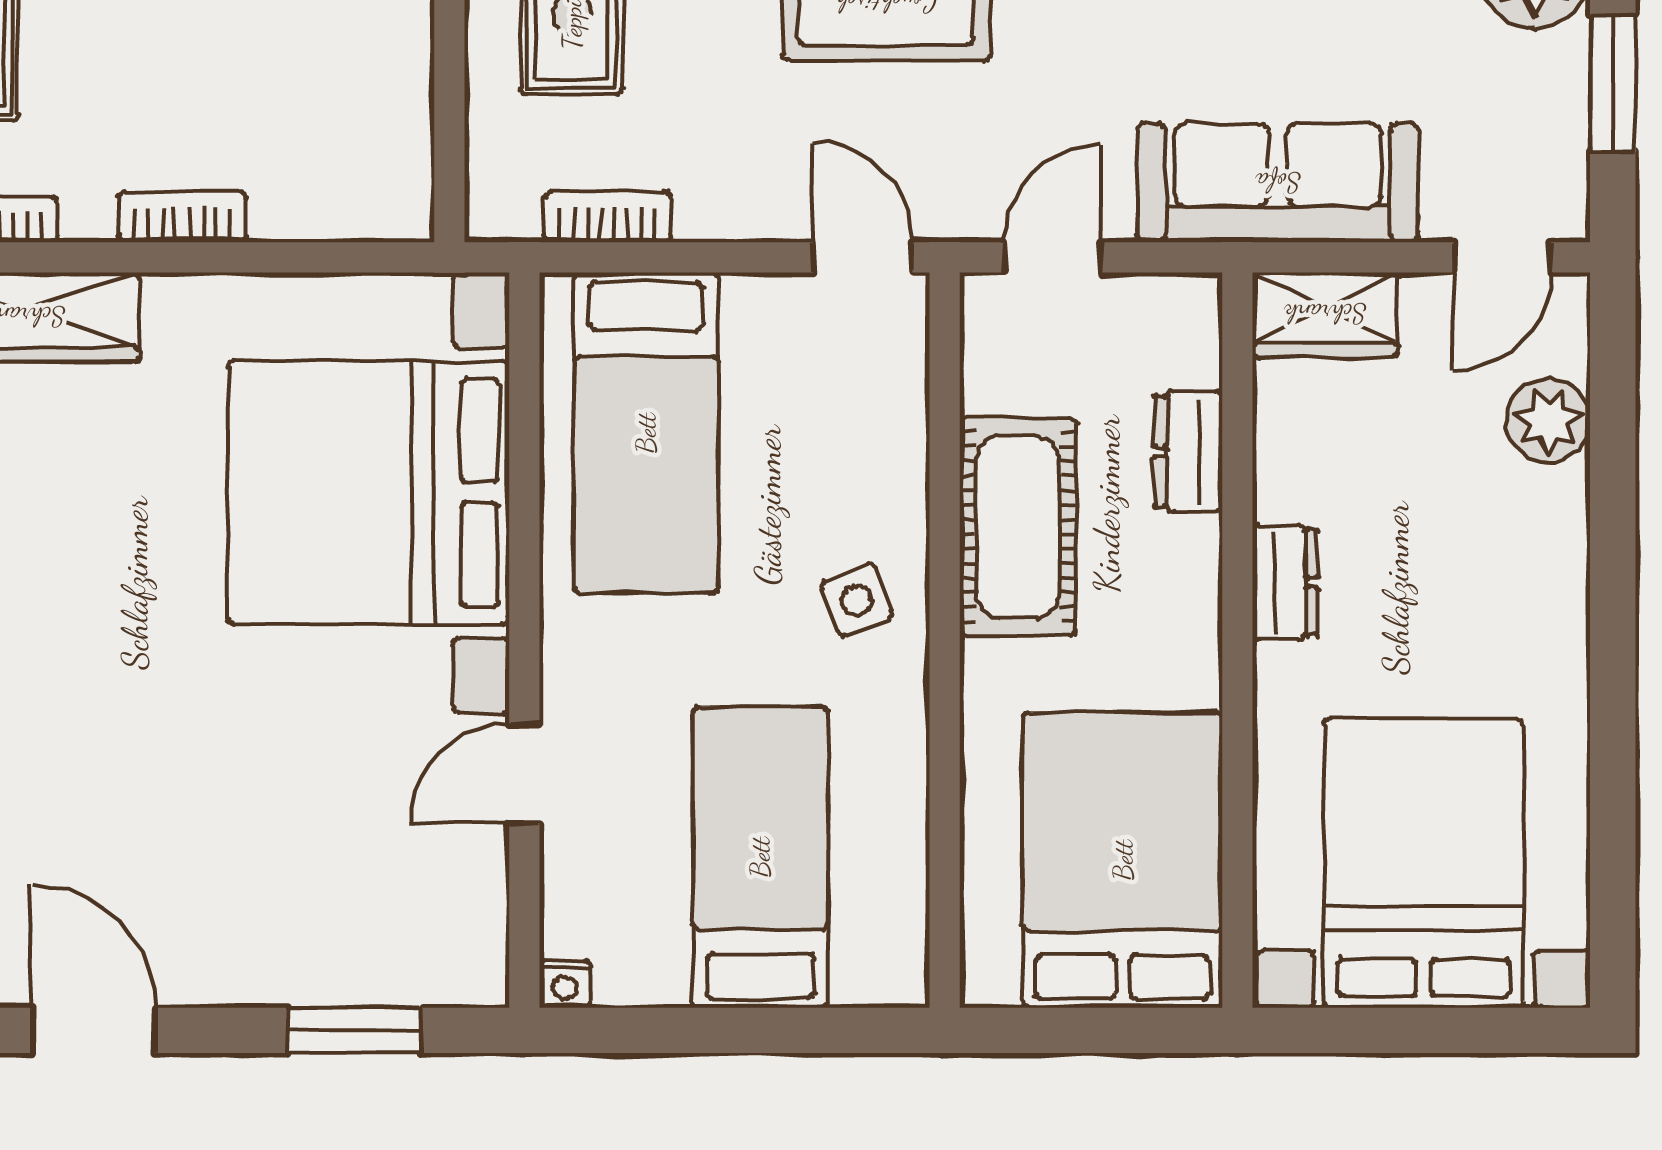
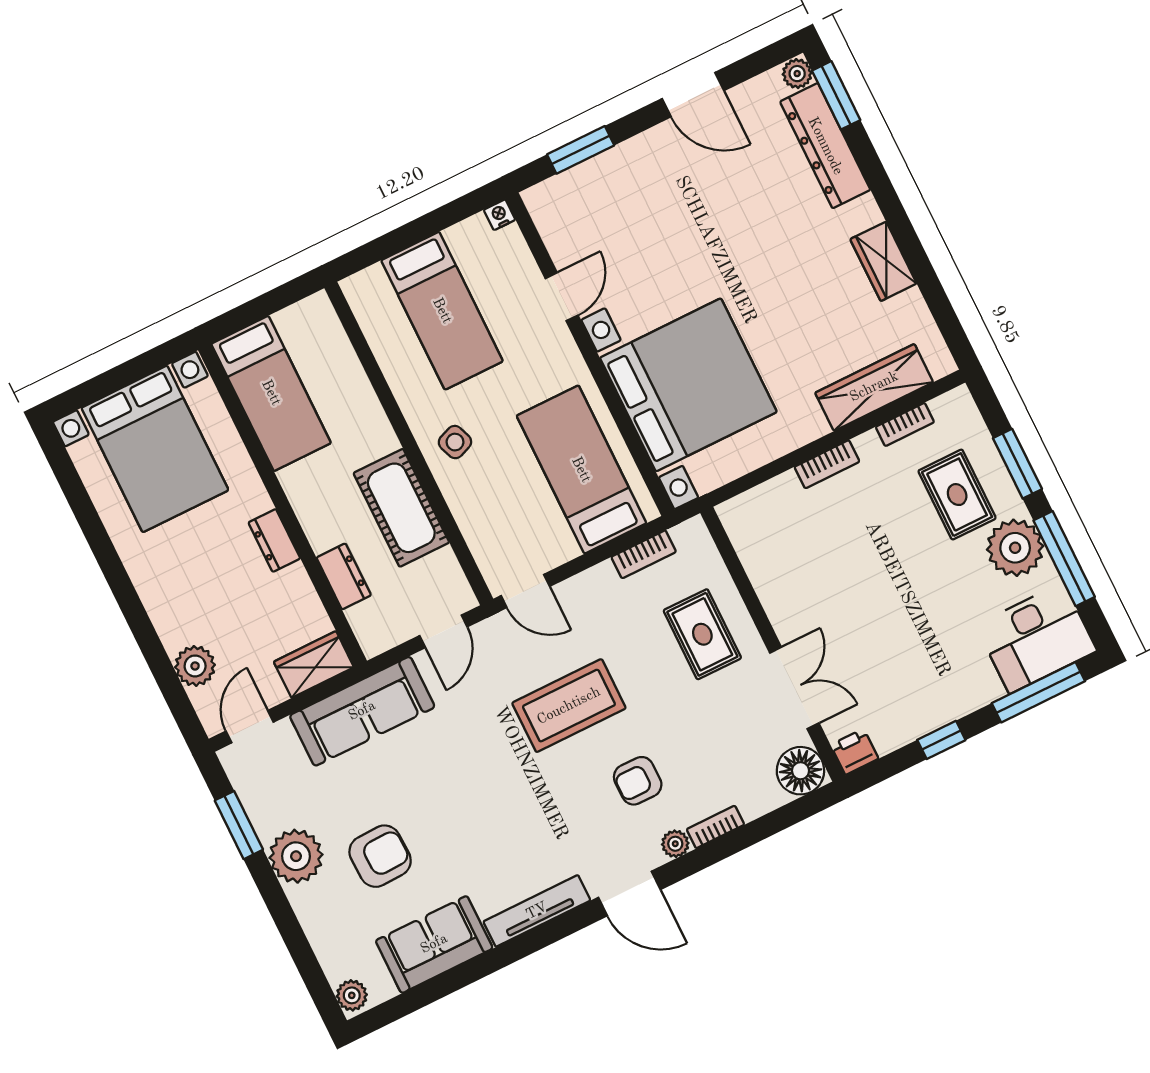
bed: (1123, 860) -> (271, 393), width x0.67

